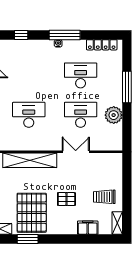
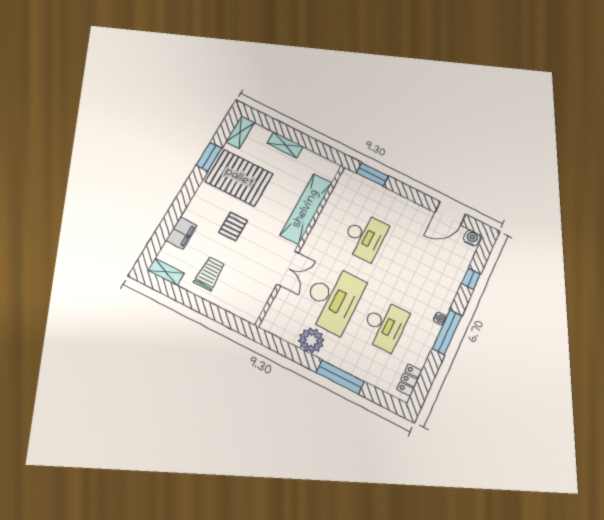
locker: (102, 45) -> (409, 380), width x0.66
desk: (81, 115) -> (333, 299), width x1.36, depth x1.30

